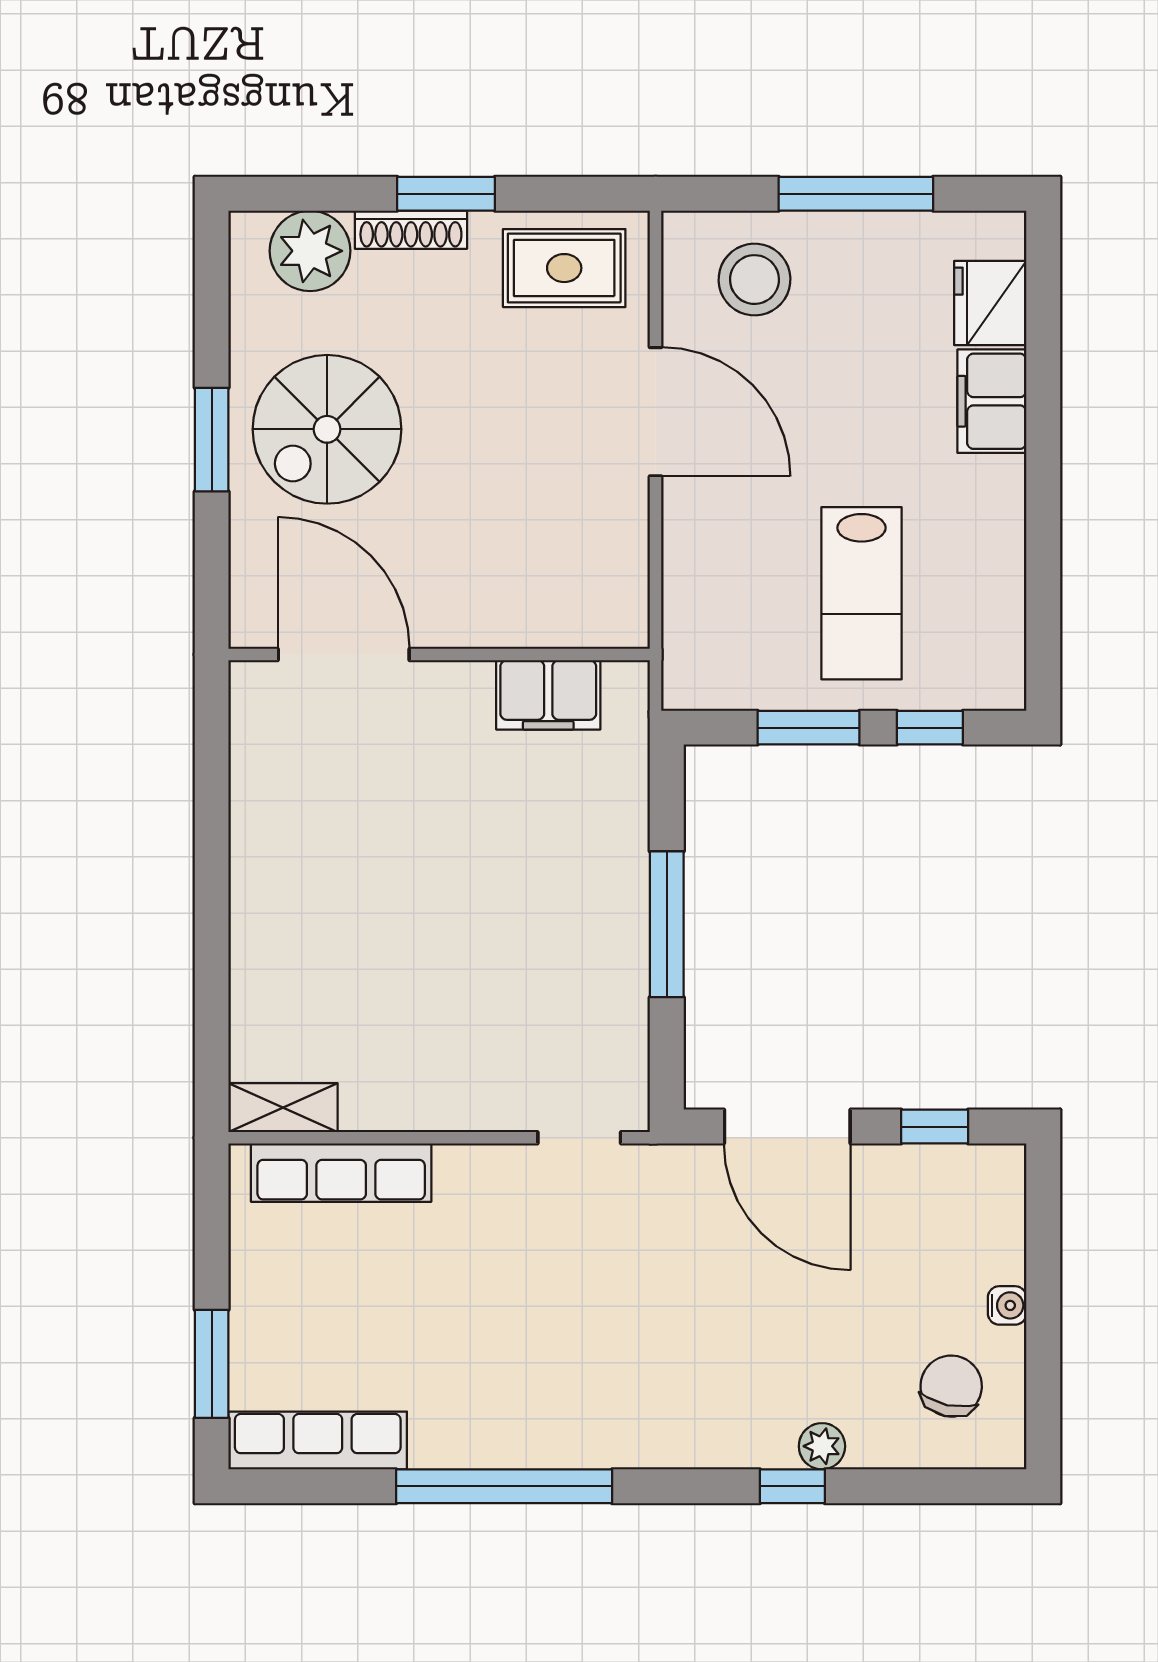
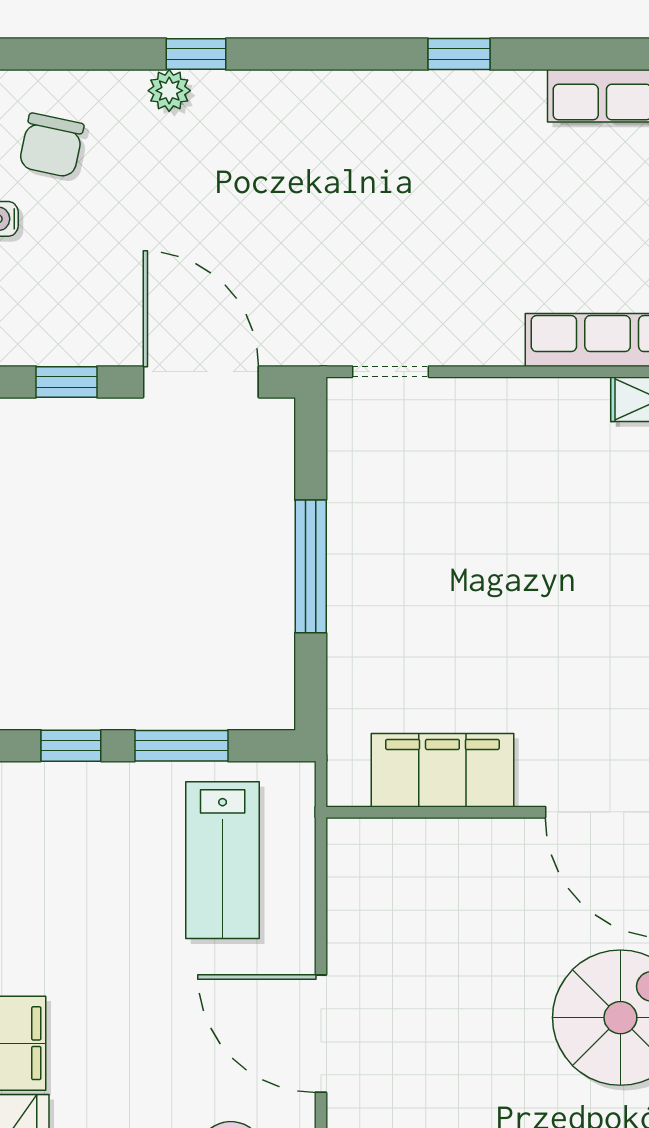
lab bench: (861, 593) -> (223, 860), moved, turned 180
filing cabinet: (548, 695) -> (442, 770), width x1.50, depth x1.17
window: (504, 1486) -> (459, 54), width x0.32

